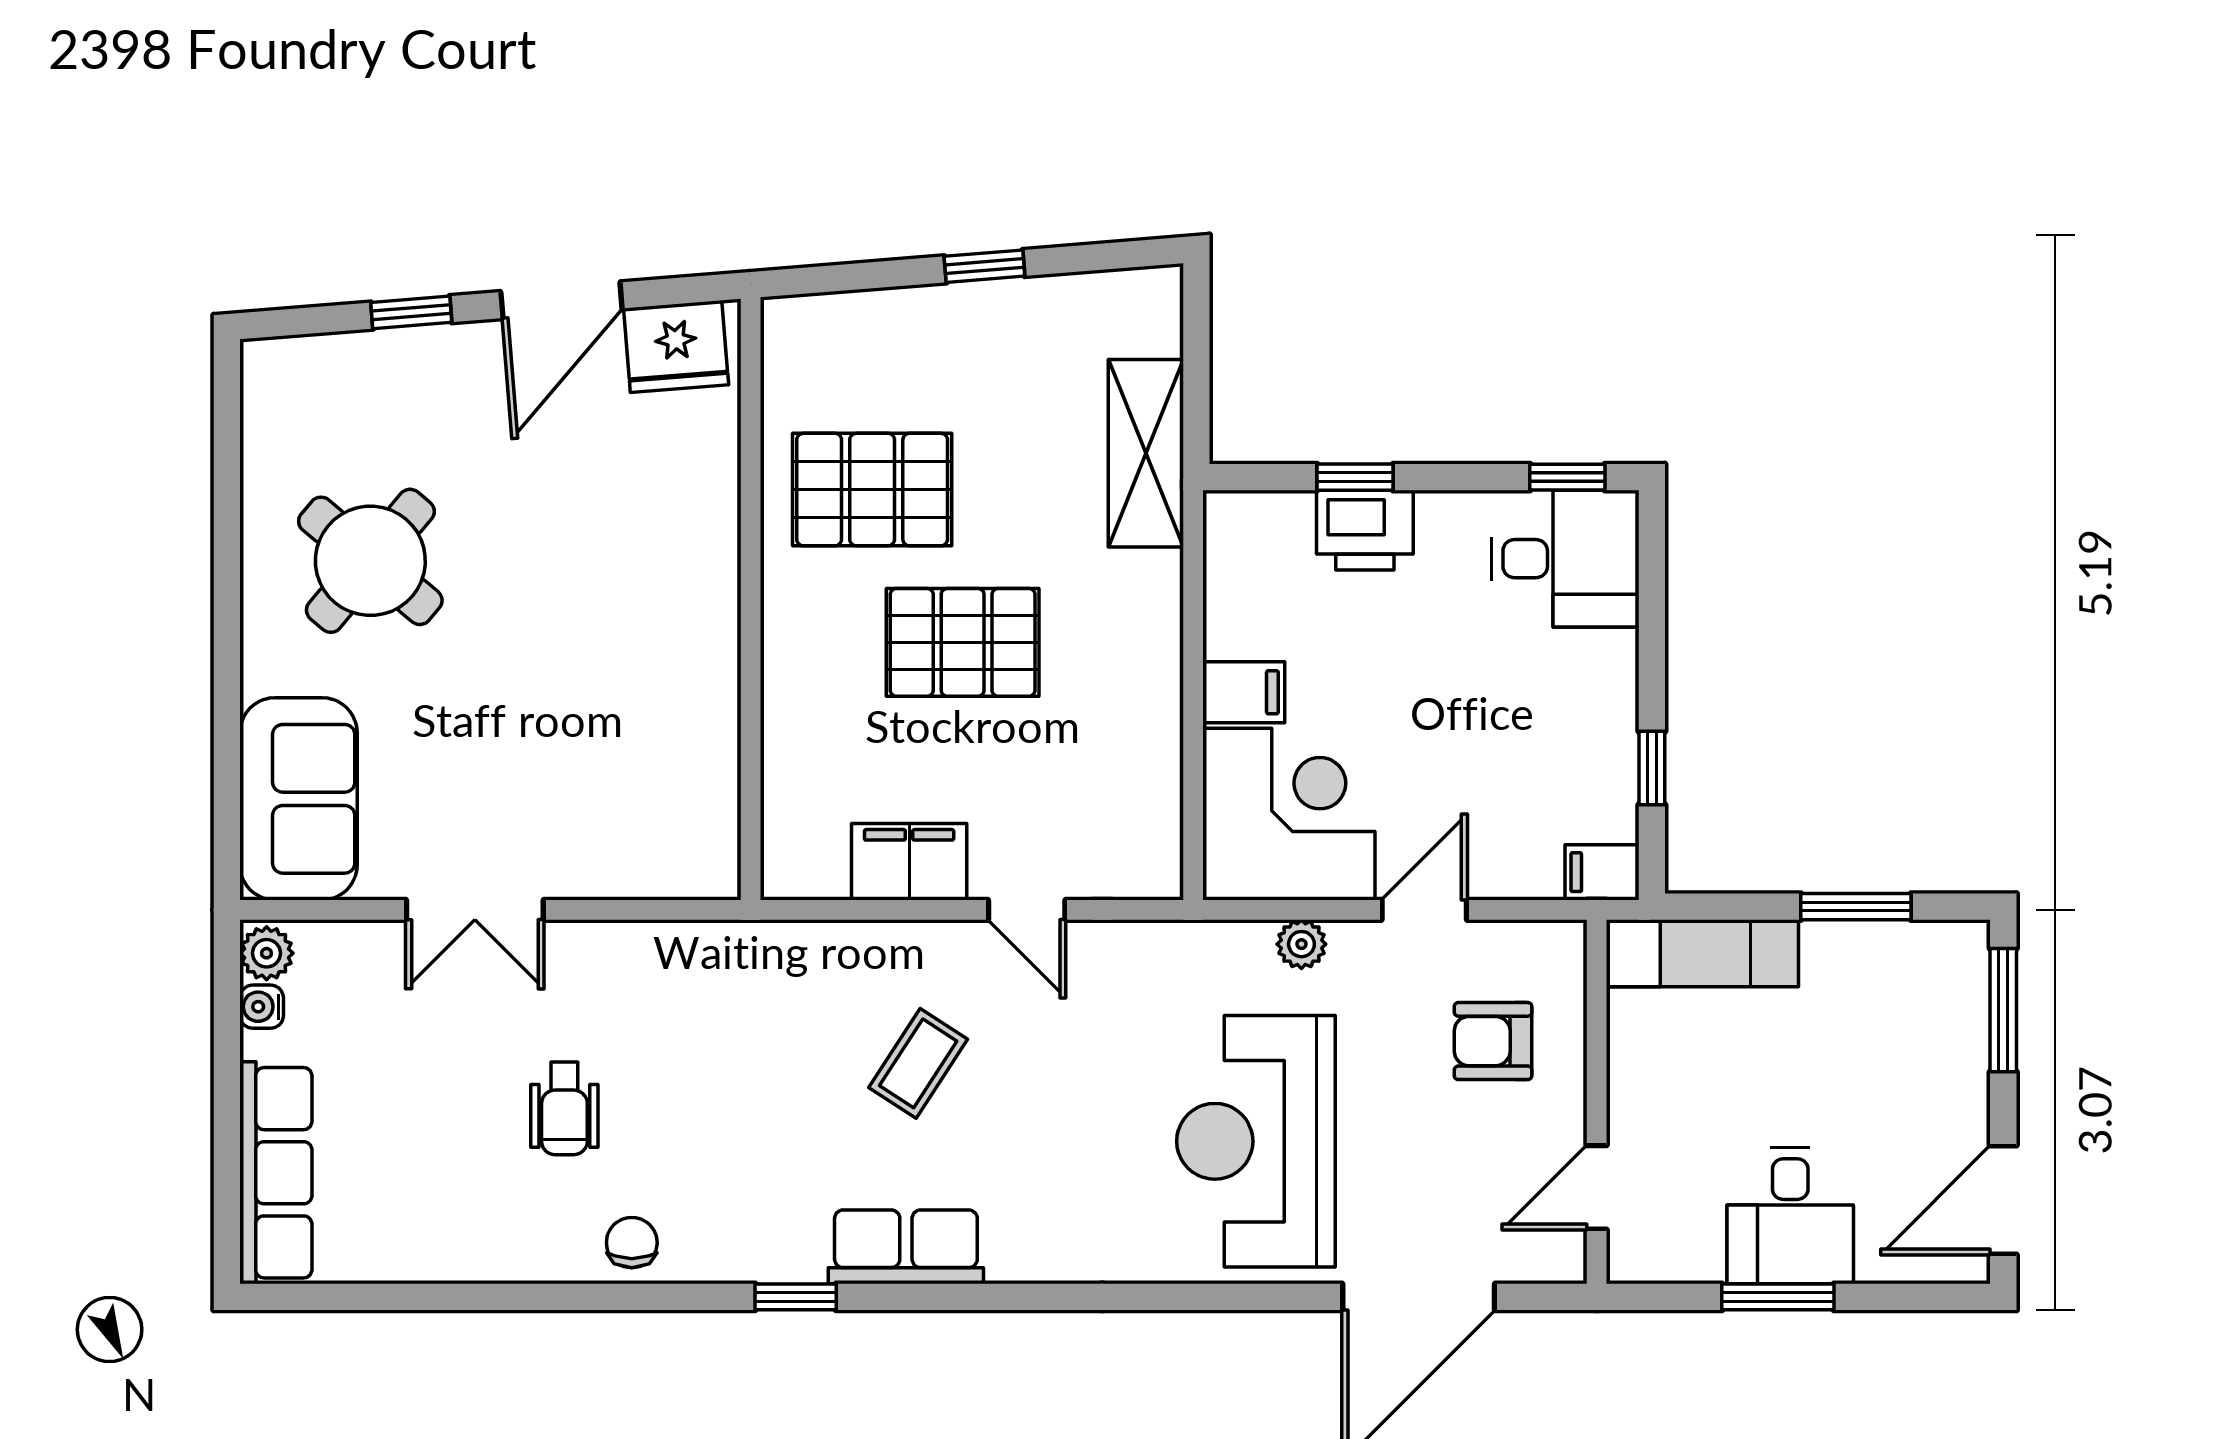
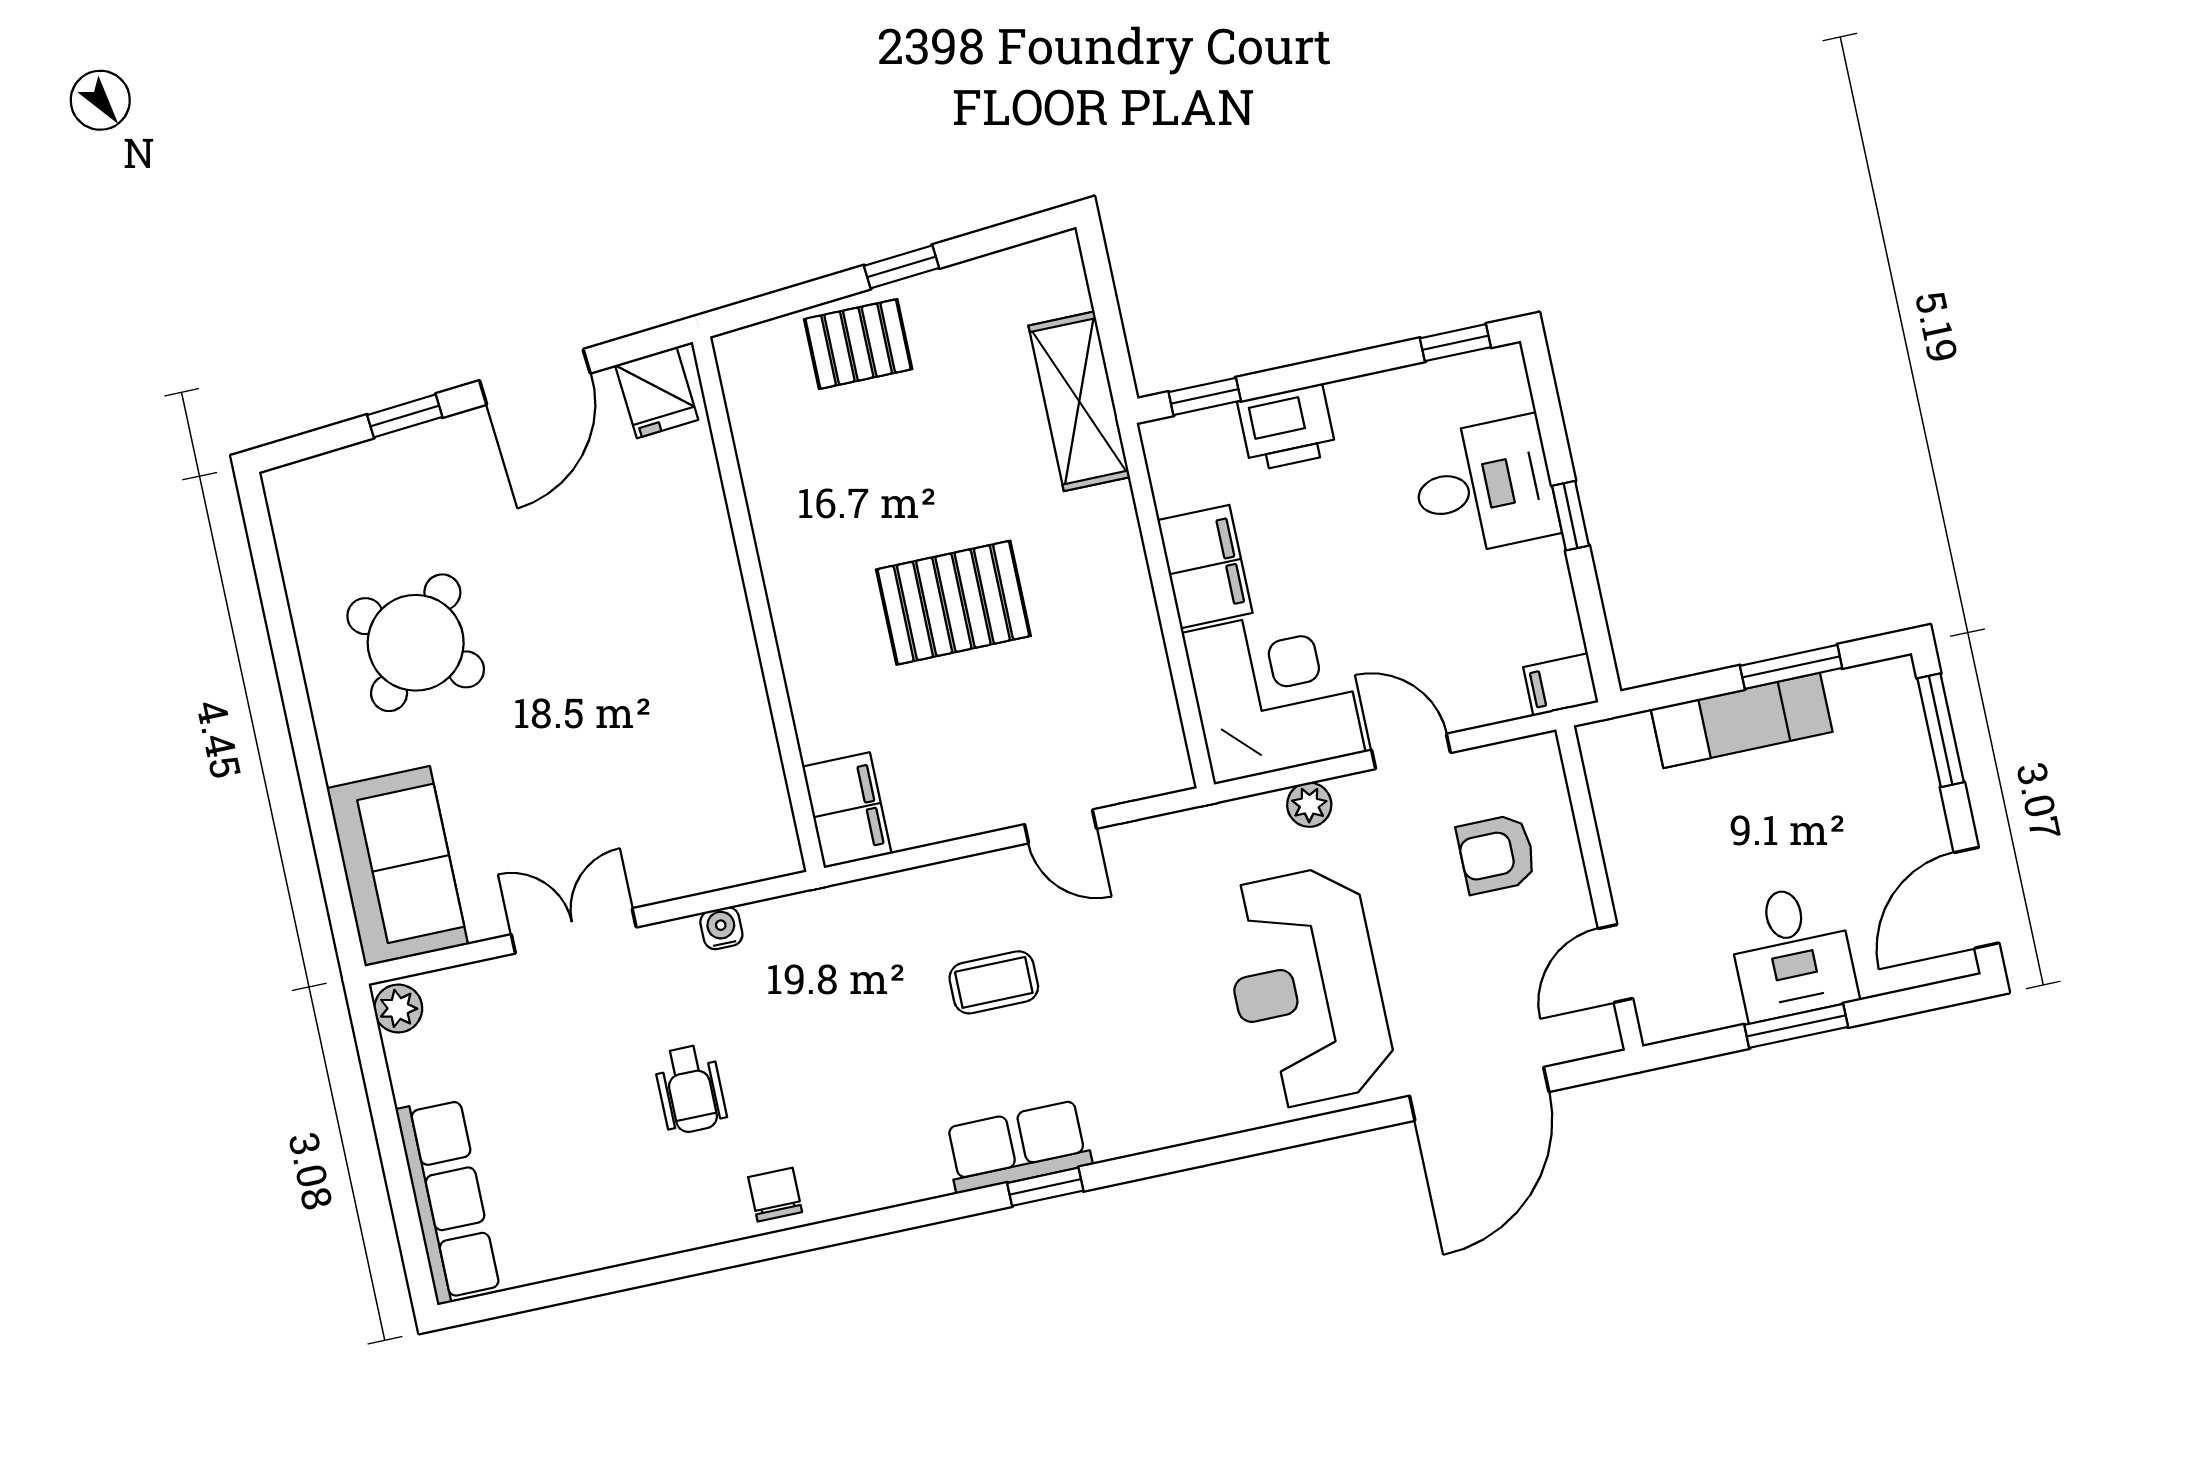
fridge: (676, 347) -> (657, 392), width x0.72
window: (1355, 477) -> (1205, 396), moved
pallet: (872, 490) -> (858, 344), moved, width x0.67, depth x0.71
desk: (1565, 559) -> (1484, 486), moved
filing cabinet: (1244, 692) -> (1205, 567), width x2.00
window: (1652, 768) -> (1571, 516), moved
filing cabinet: (909, 862) -> (847, 810), moved, turned 90
double door: (475, 910) -> (574, 931), swing flipped
door: (1424, 910) -> (1411, 751), hinge flipped
exam couch: (1702, 953) -> (1742, 720), moved
water cooler: (262, 1007) -> (721, 928), moved, turned 90
coffee table: (918, 1063) -> (994, 982), turned 57
window: (796, 1297) -> (1045, 1187), moved

